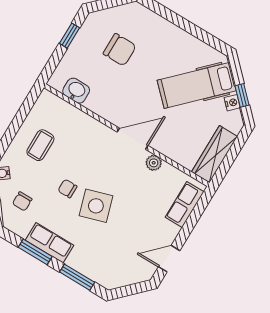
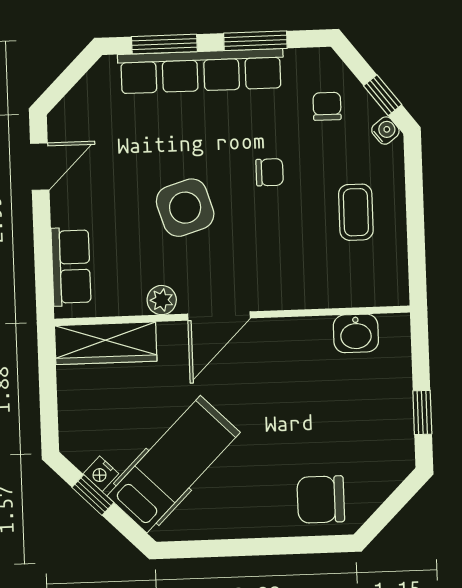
chair: (120, 50) -> (321, 499), moved
wardrobe: (214, 154) -> (106, 343), moved, turned 90
side table: (96, 206) -> (185, 208), moved
row of seats: (49, 243) -> (201, 71), width x2.02

